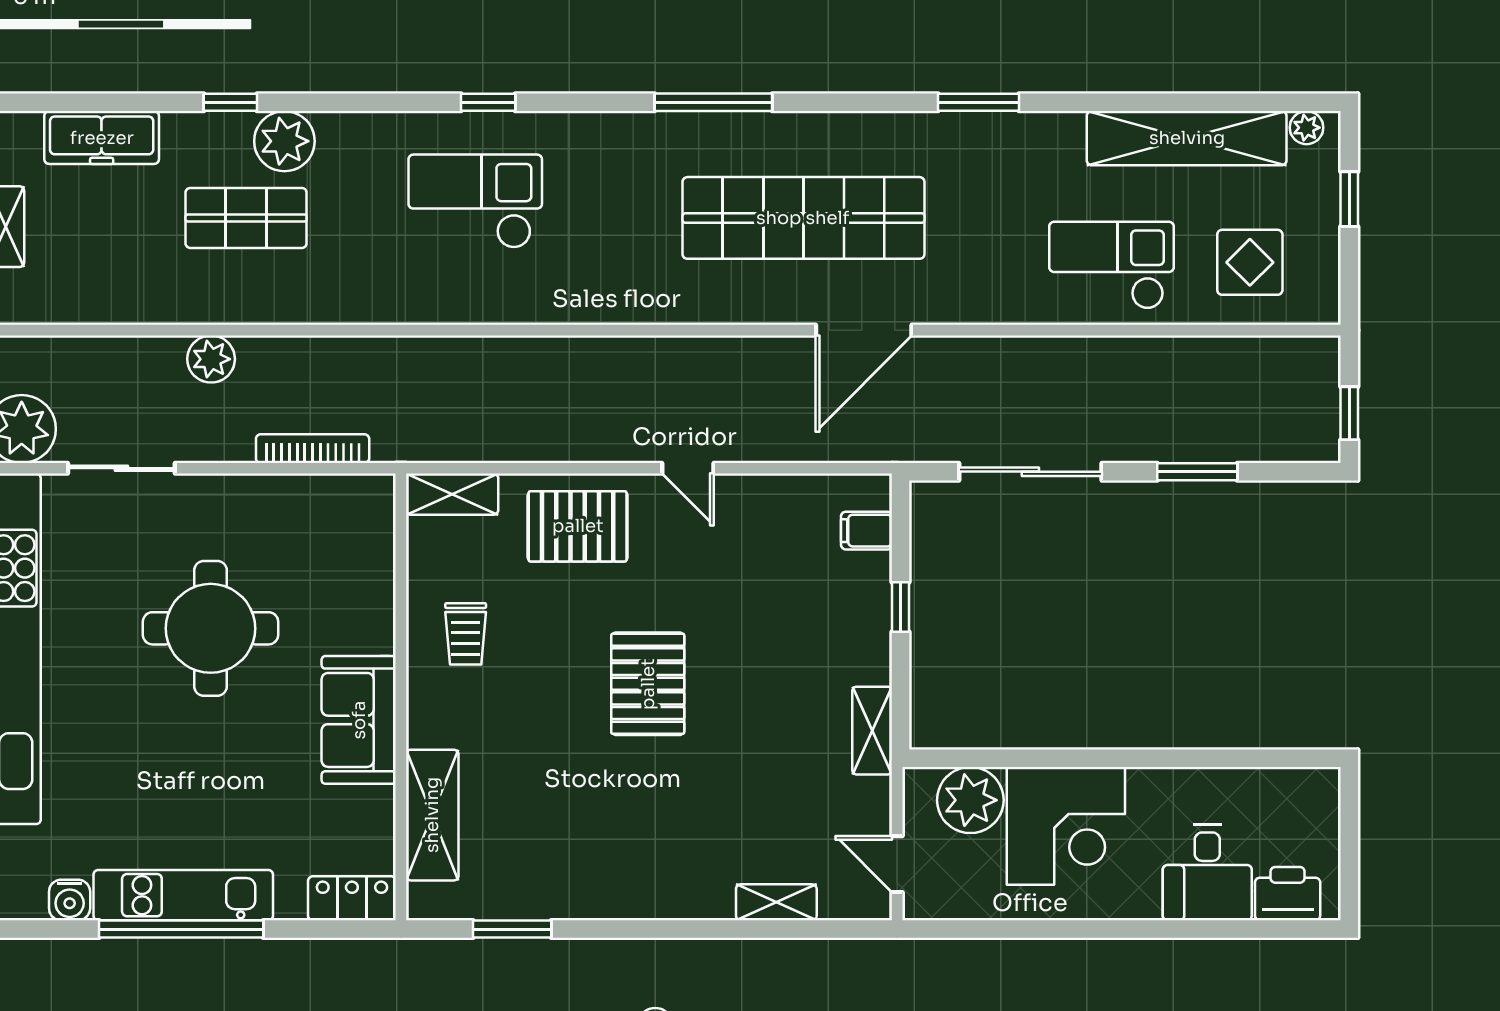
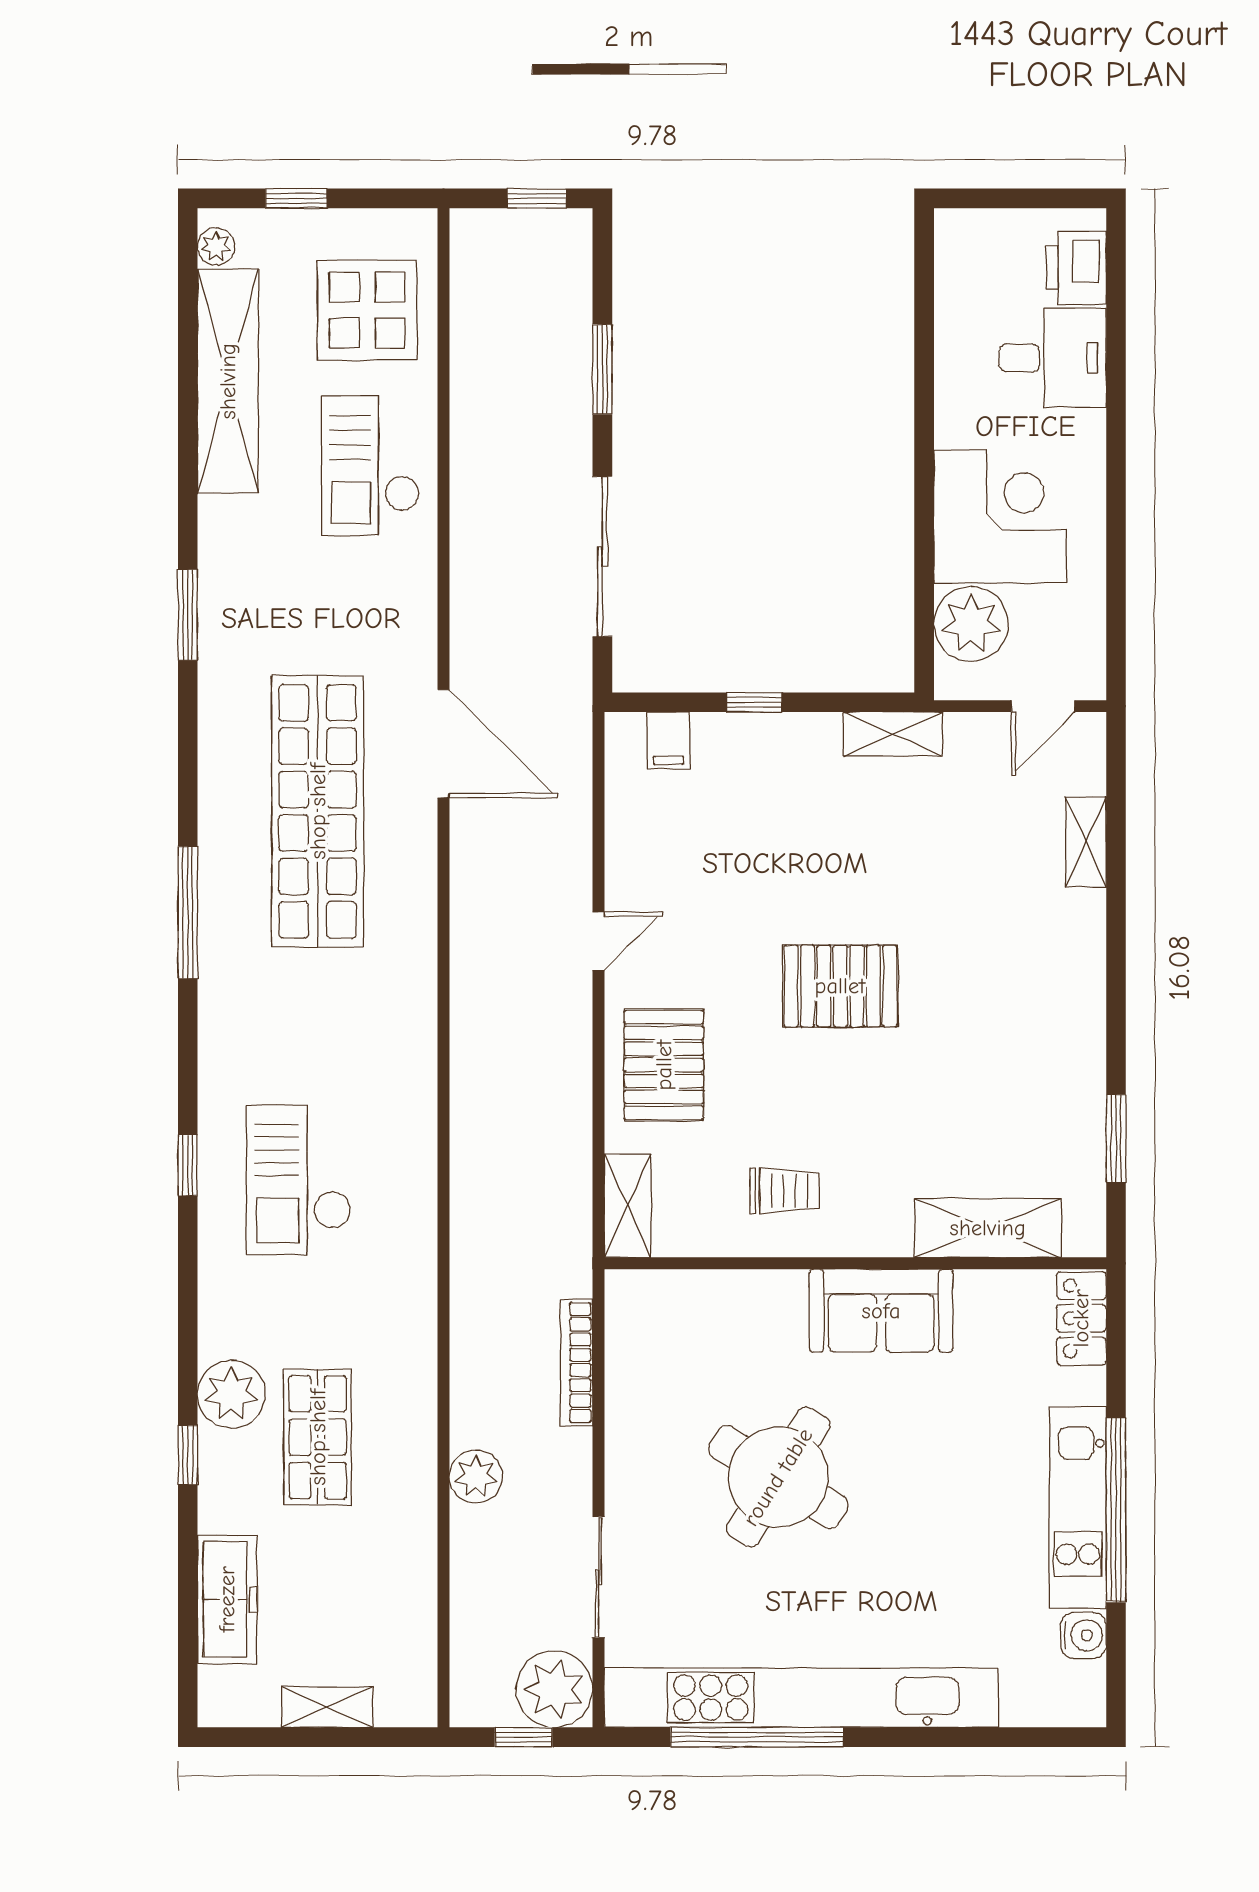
display table: (1250, 262) -> (367, 310), width x1.36, depth x1.36
round table: (211, 628) -> (778, 1477), turned 32

